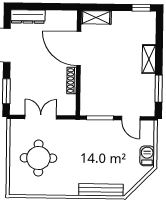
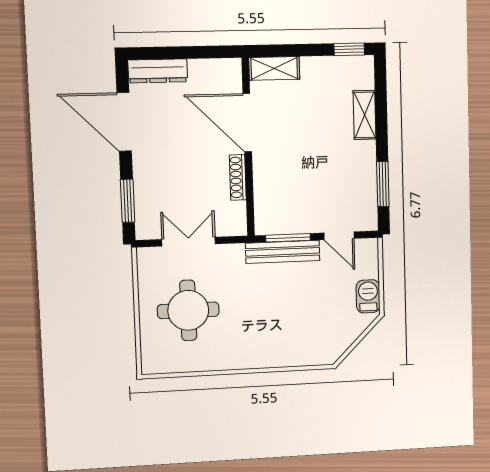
shelving: (149, 59) -> (365, 115), moved
bench: (101, 190) -> (283, 252), moved

